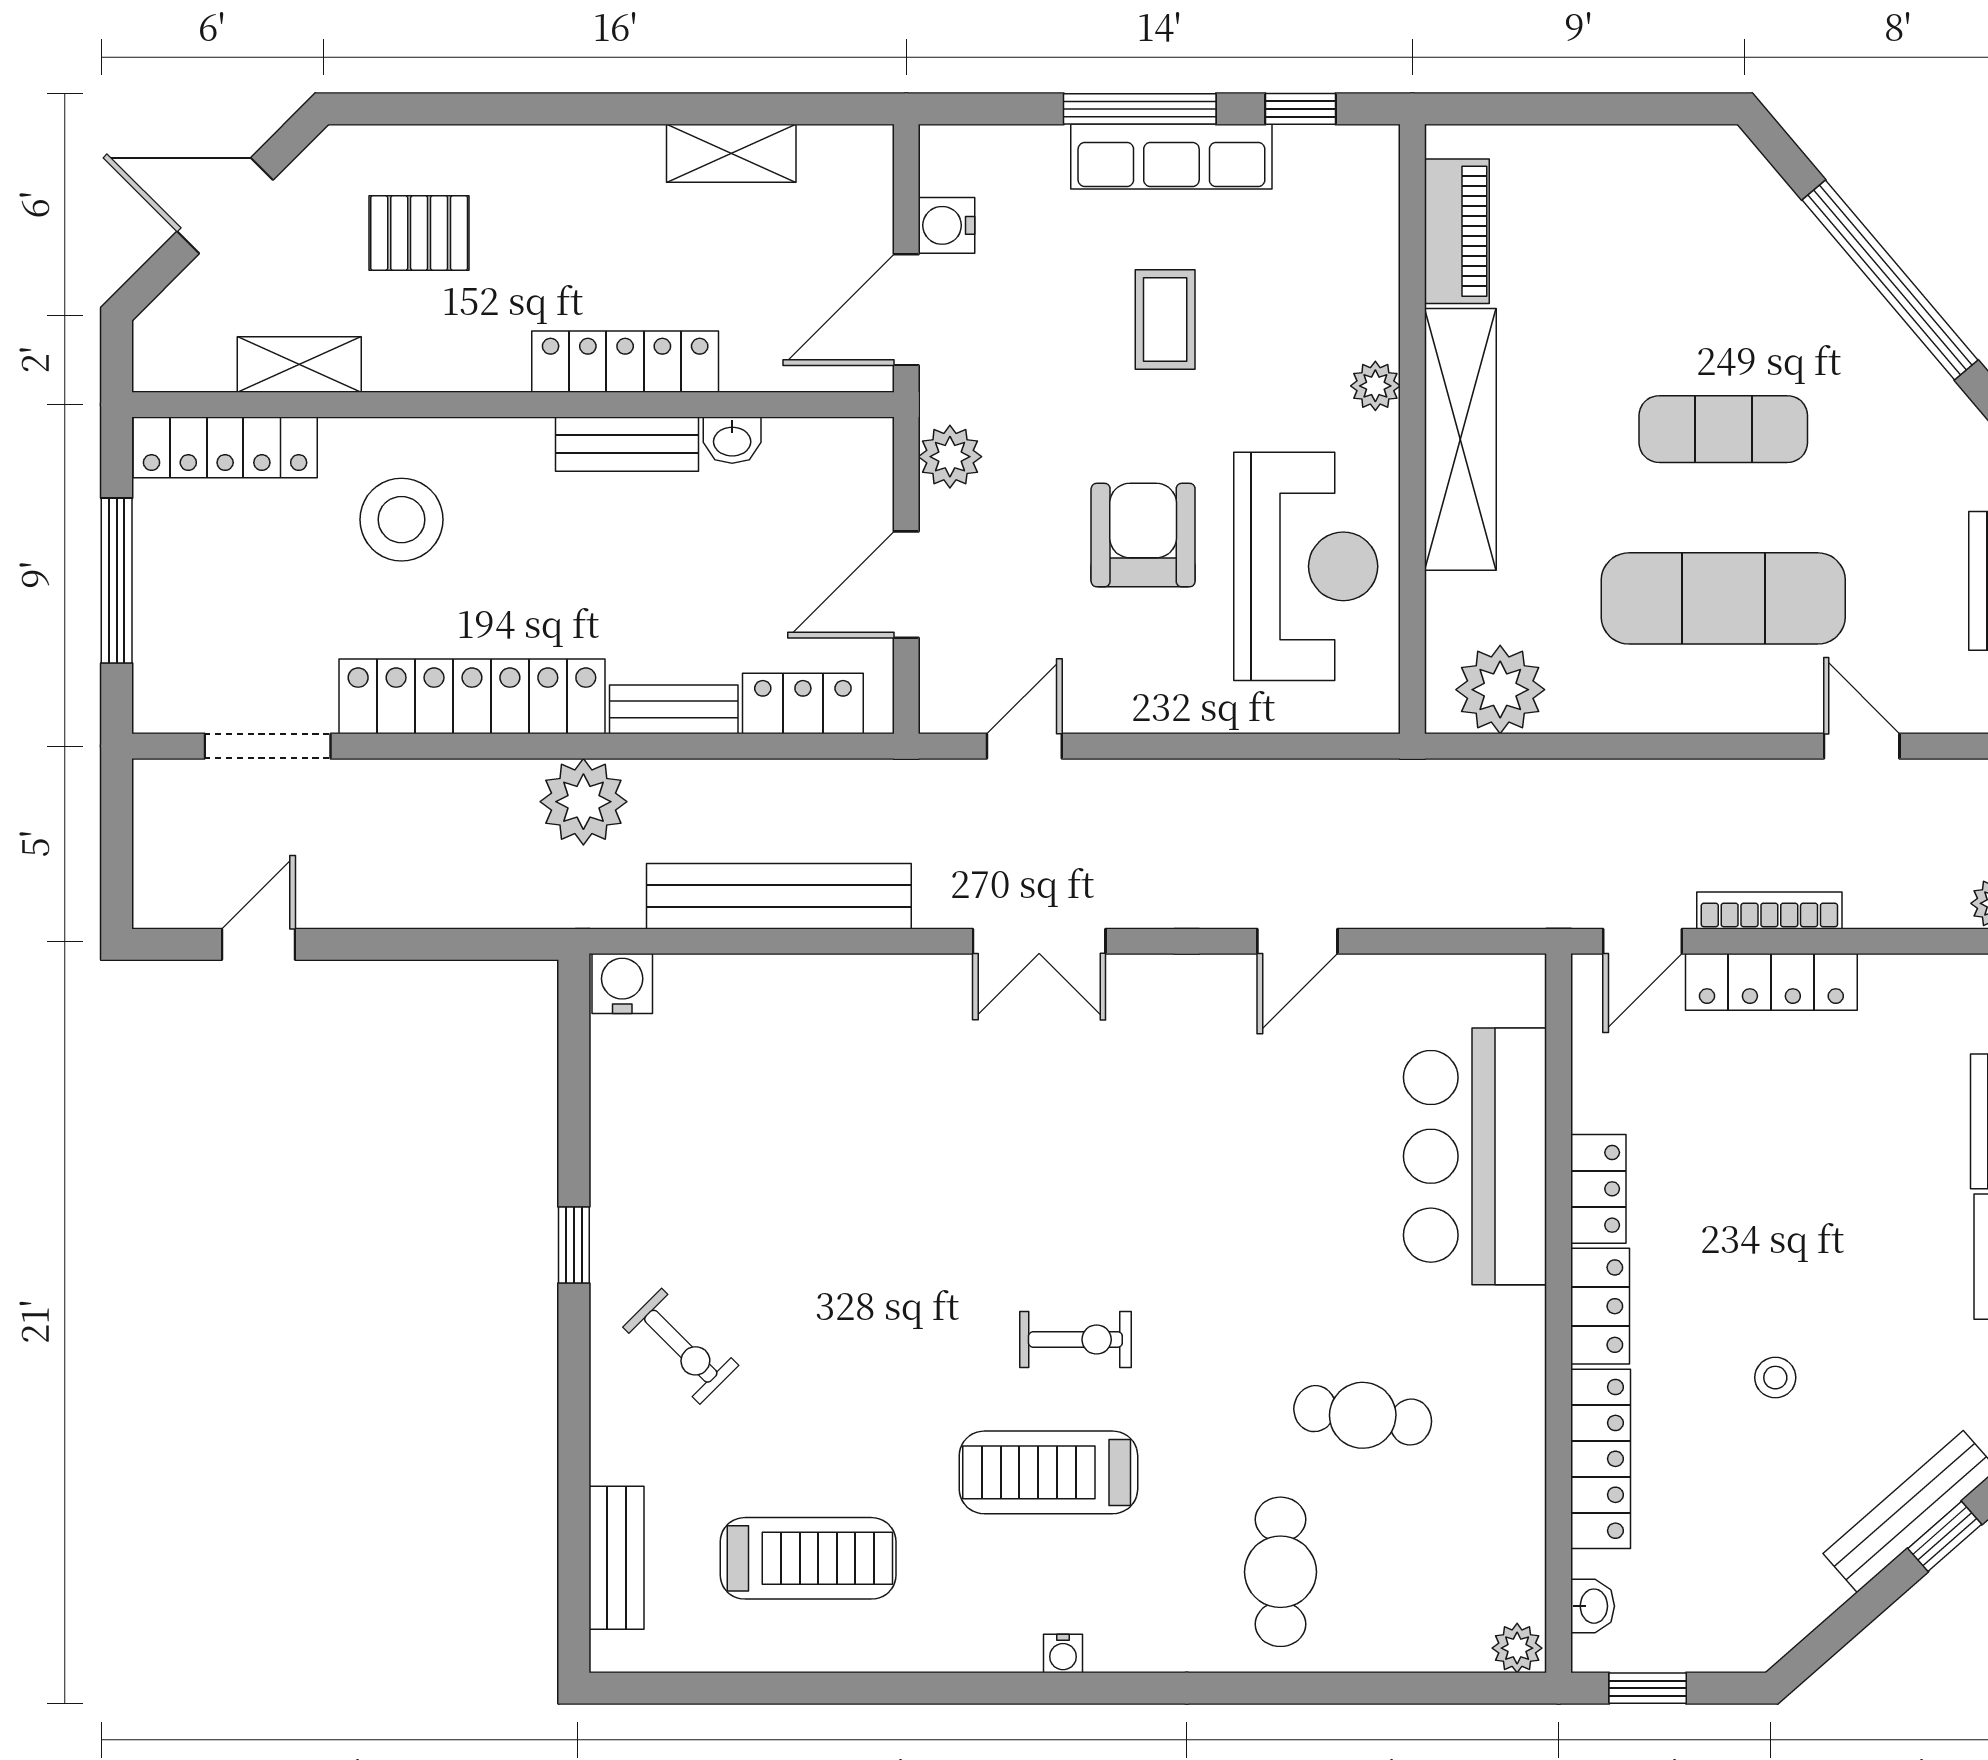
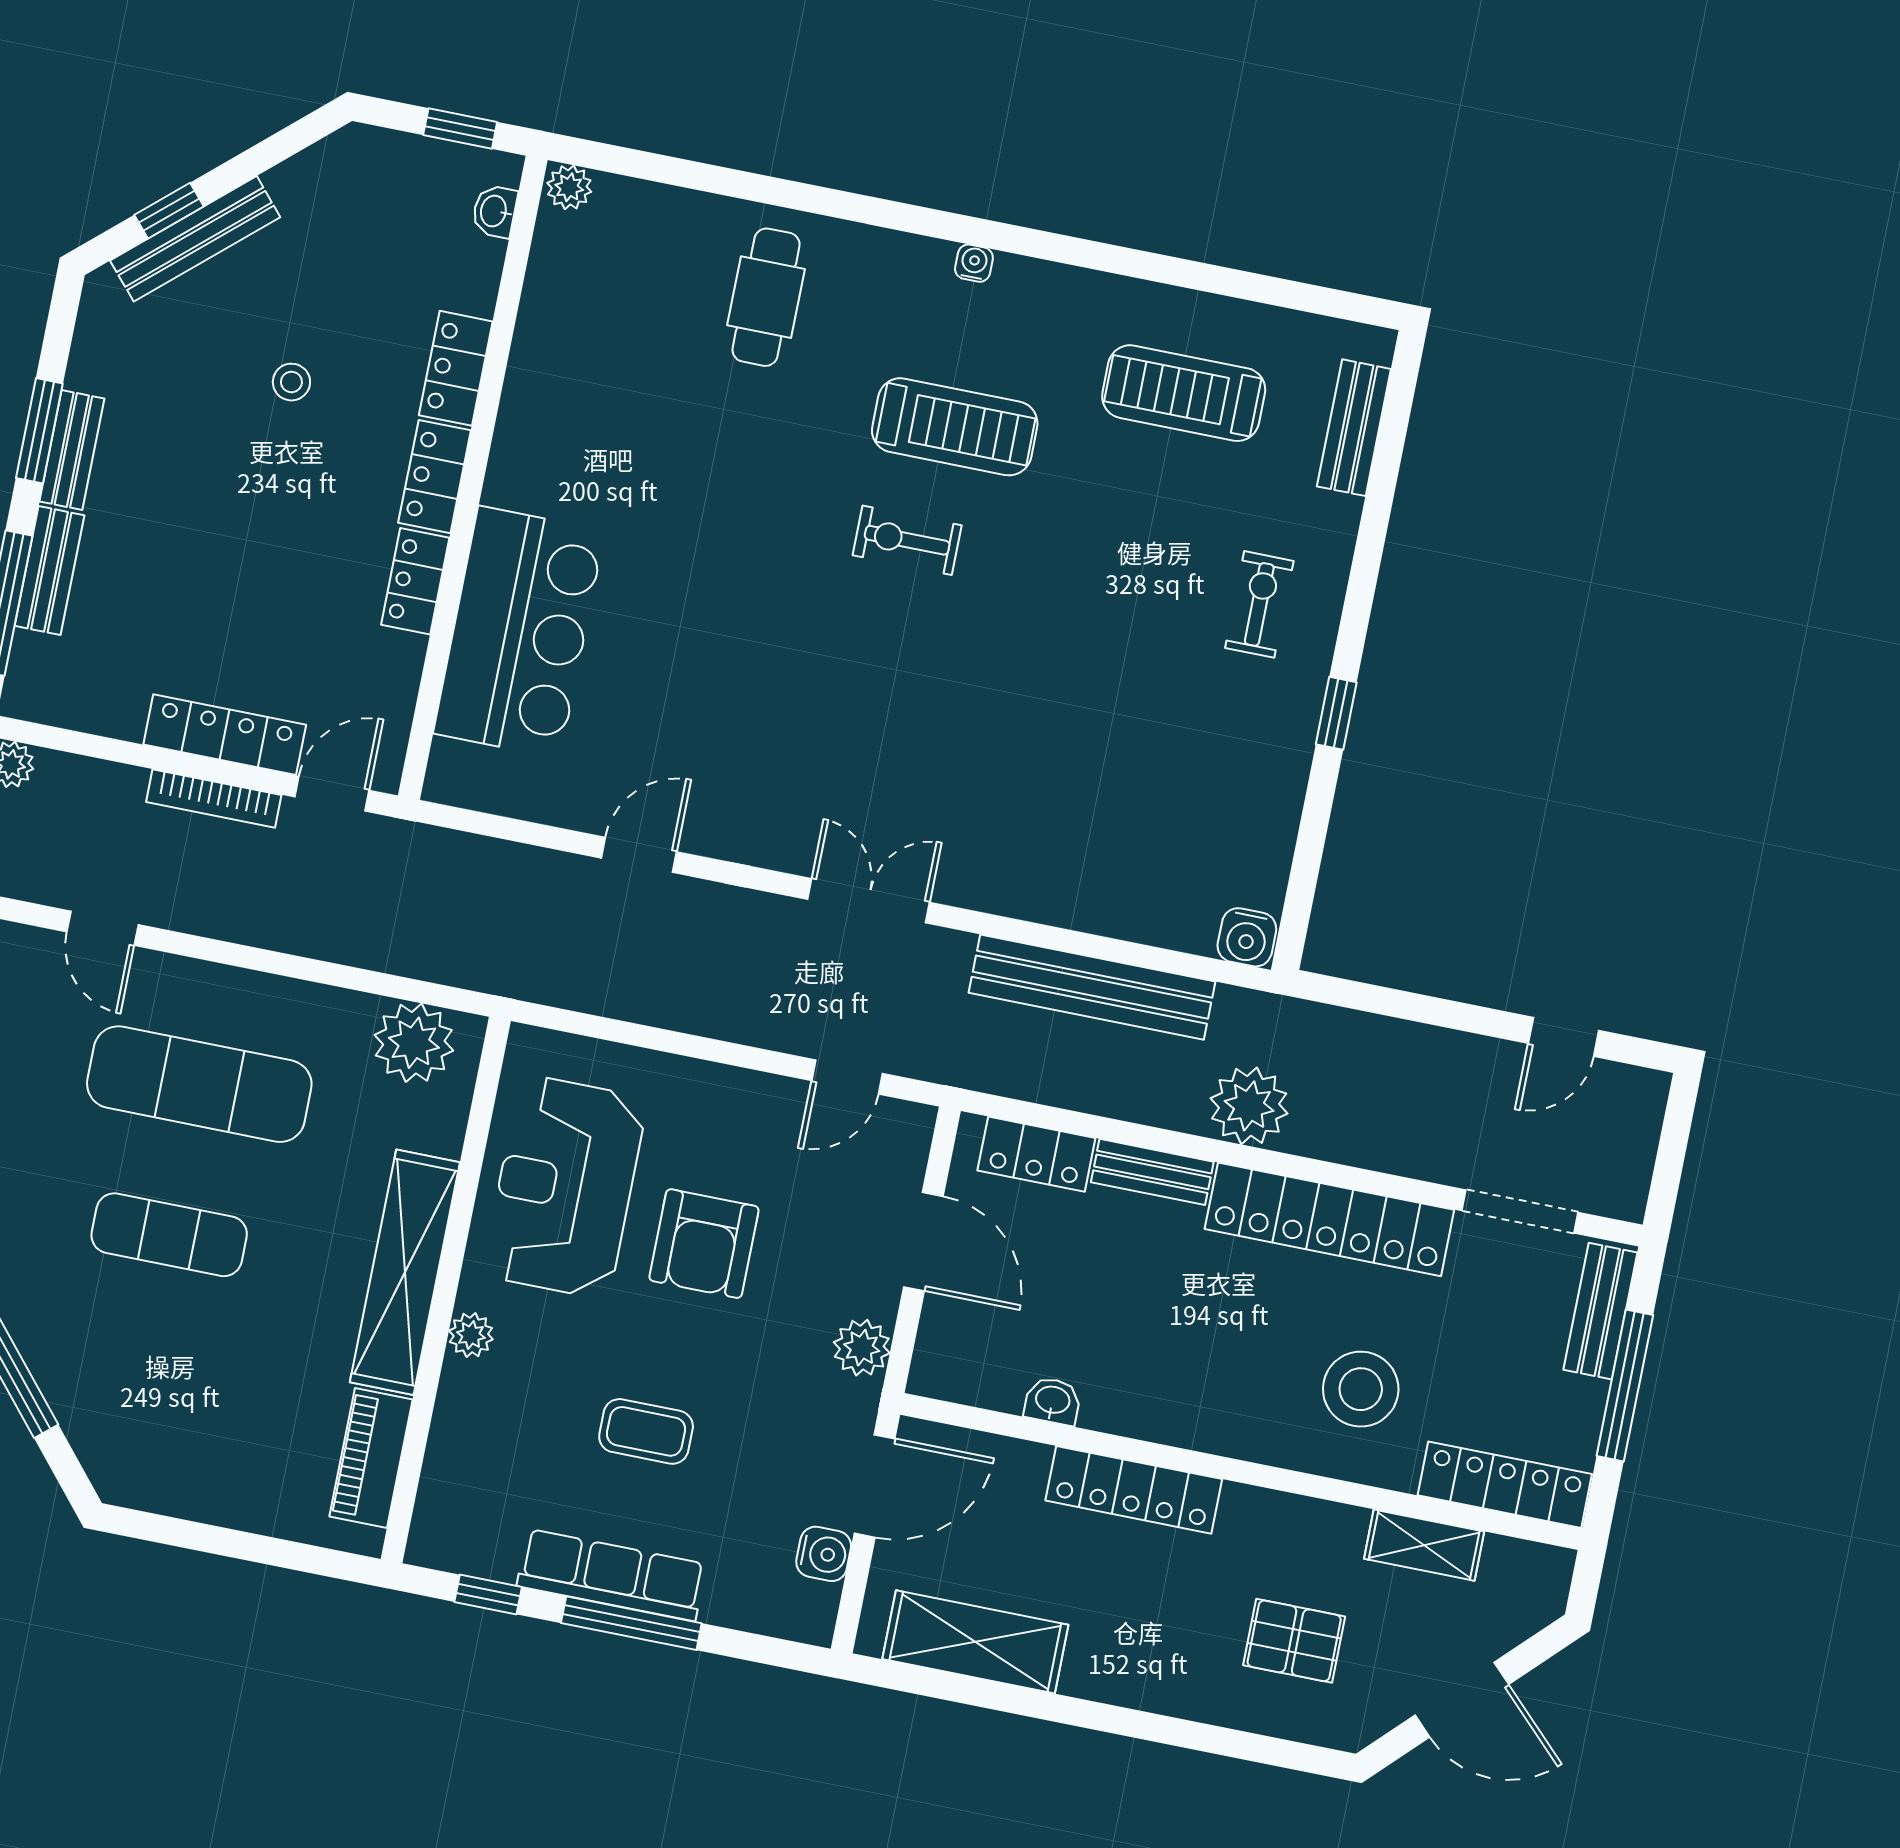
shelving: (731, 153) -> (975, 1642), width x1.50, depth x1.33
coffee table: (1165, 319) -> (646, 1431), turned 90
bench: (627, 444) -> (1600, 1311), moved, turned 90
door: (906, 585) -> (923, 1242), hinge flipped
exercise bike: (681, 1346) -> (1259, 604), turned 45
cafe table: (1363, 1415) -> (665, 422), removed
locker: (1601, 1459) -> (456, 368), width x0.66

